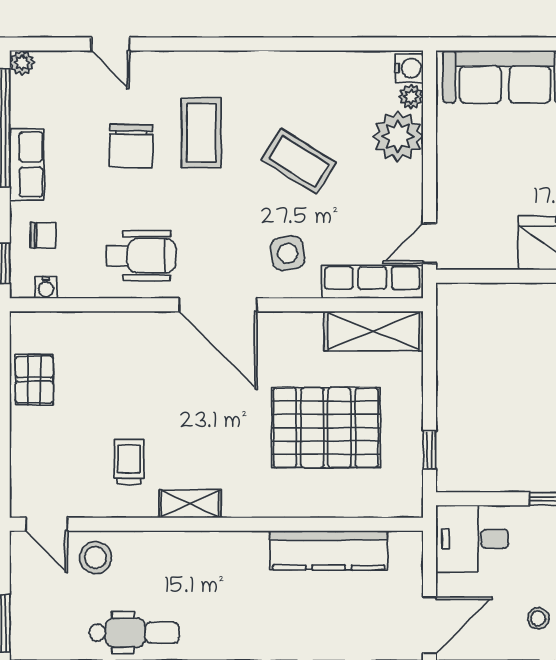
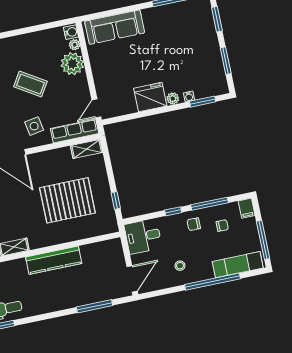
shelving: (374, 331) -> (87, 149), width x0.67, depth x0.75
kitchen counter: (329, 550) -> (54, 260), moved

